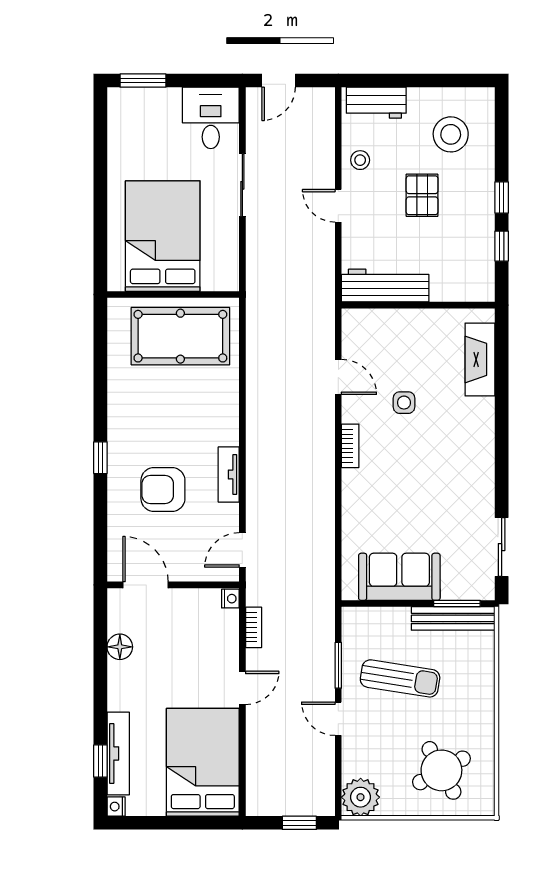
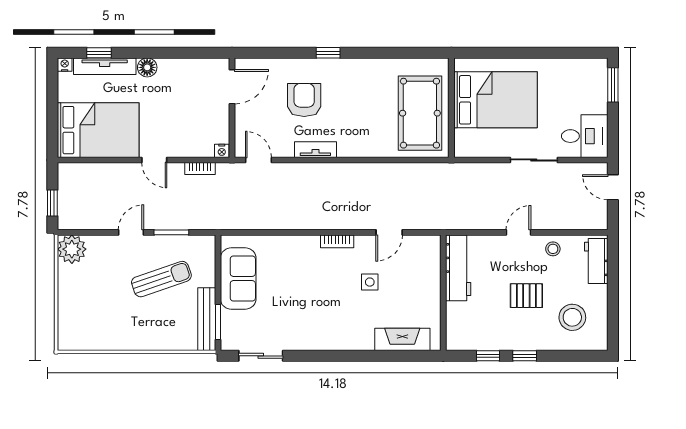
floor lamp: (120, 647) -> (147, 67), moved
sun lounger: (400, 678) -> (161, 279), turned -118
round table: (441, 770) -> (92, 310), removed

